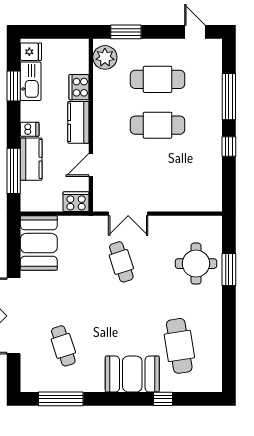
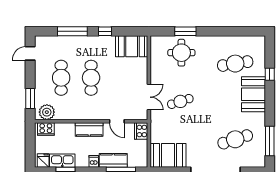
cooker: (79, 87) -> (46, 129), moved
booth: (206, 187) -> (132, 46), added
cafe table: (63, 346) -> (235, 139), width x1.37, depth x1.35

